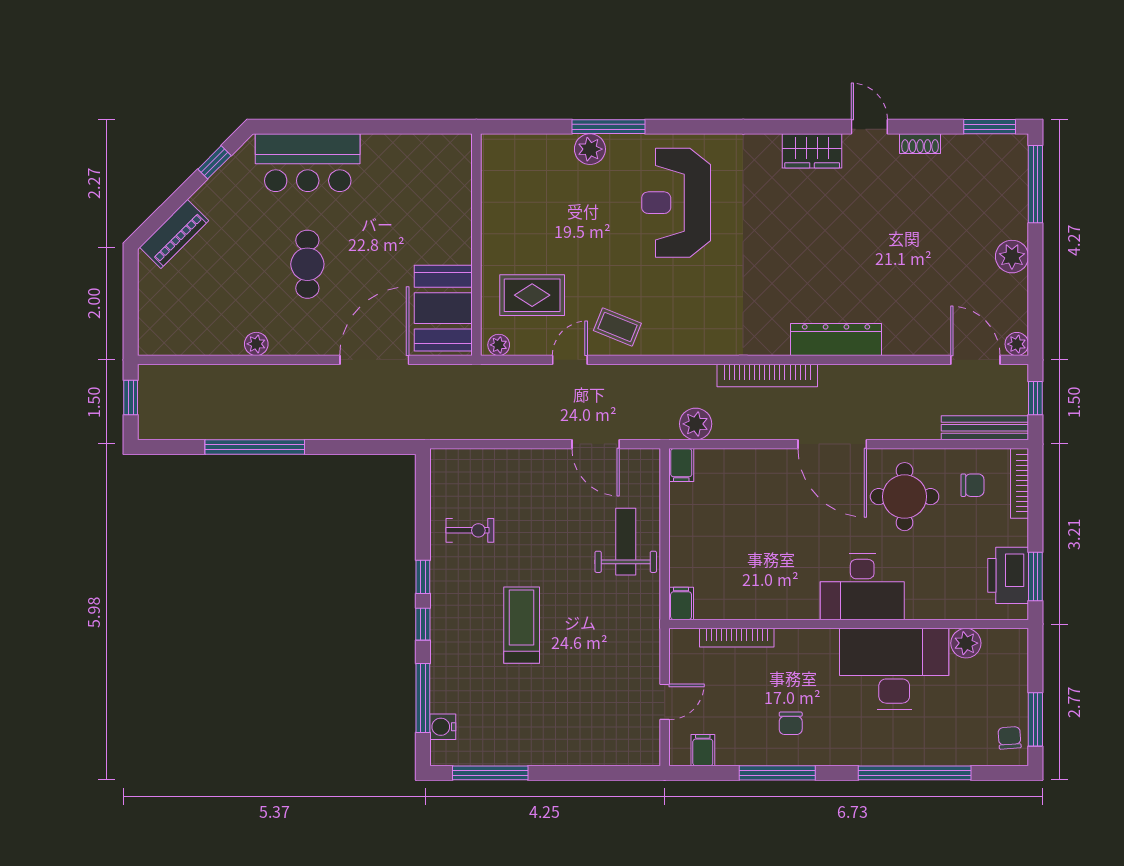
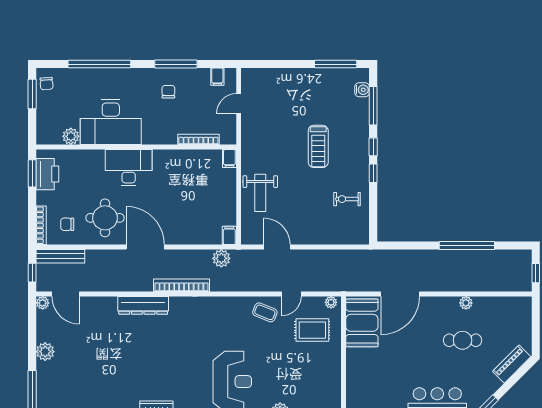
cafe table: (307, 264) -> (463, 340), moved, turned 90

